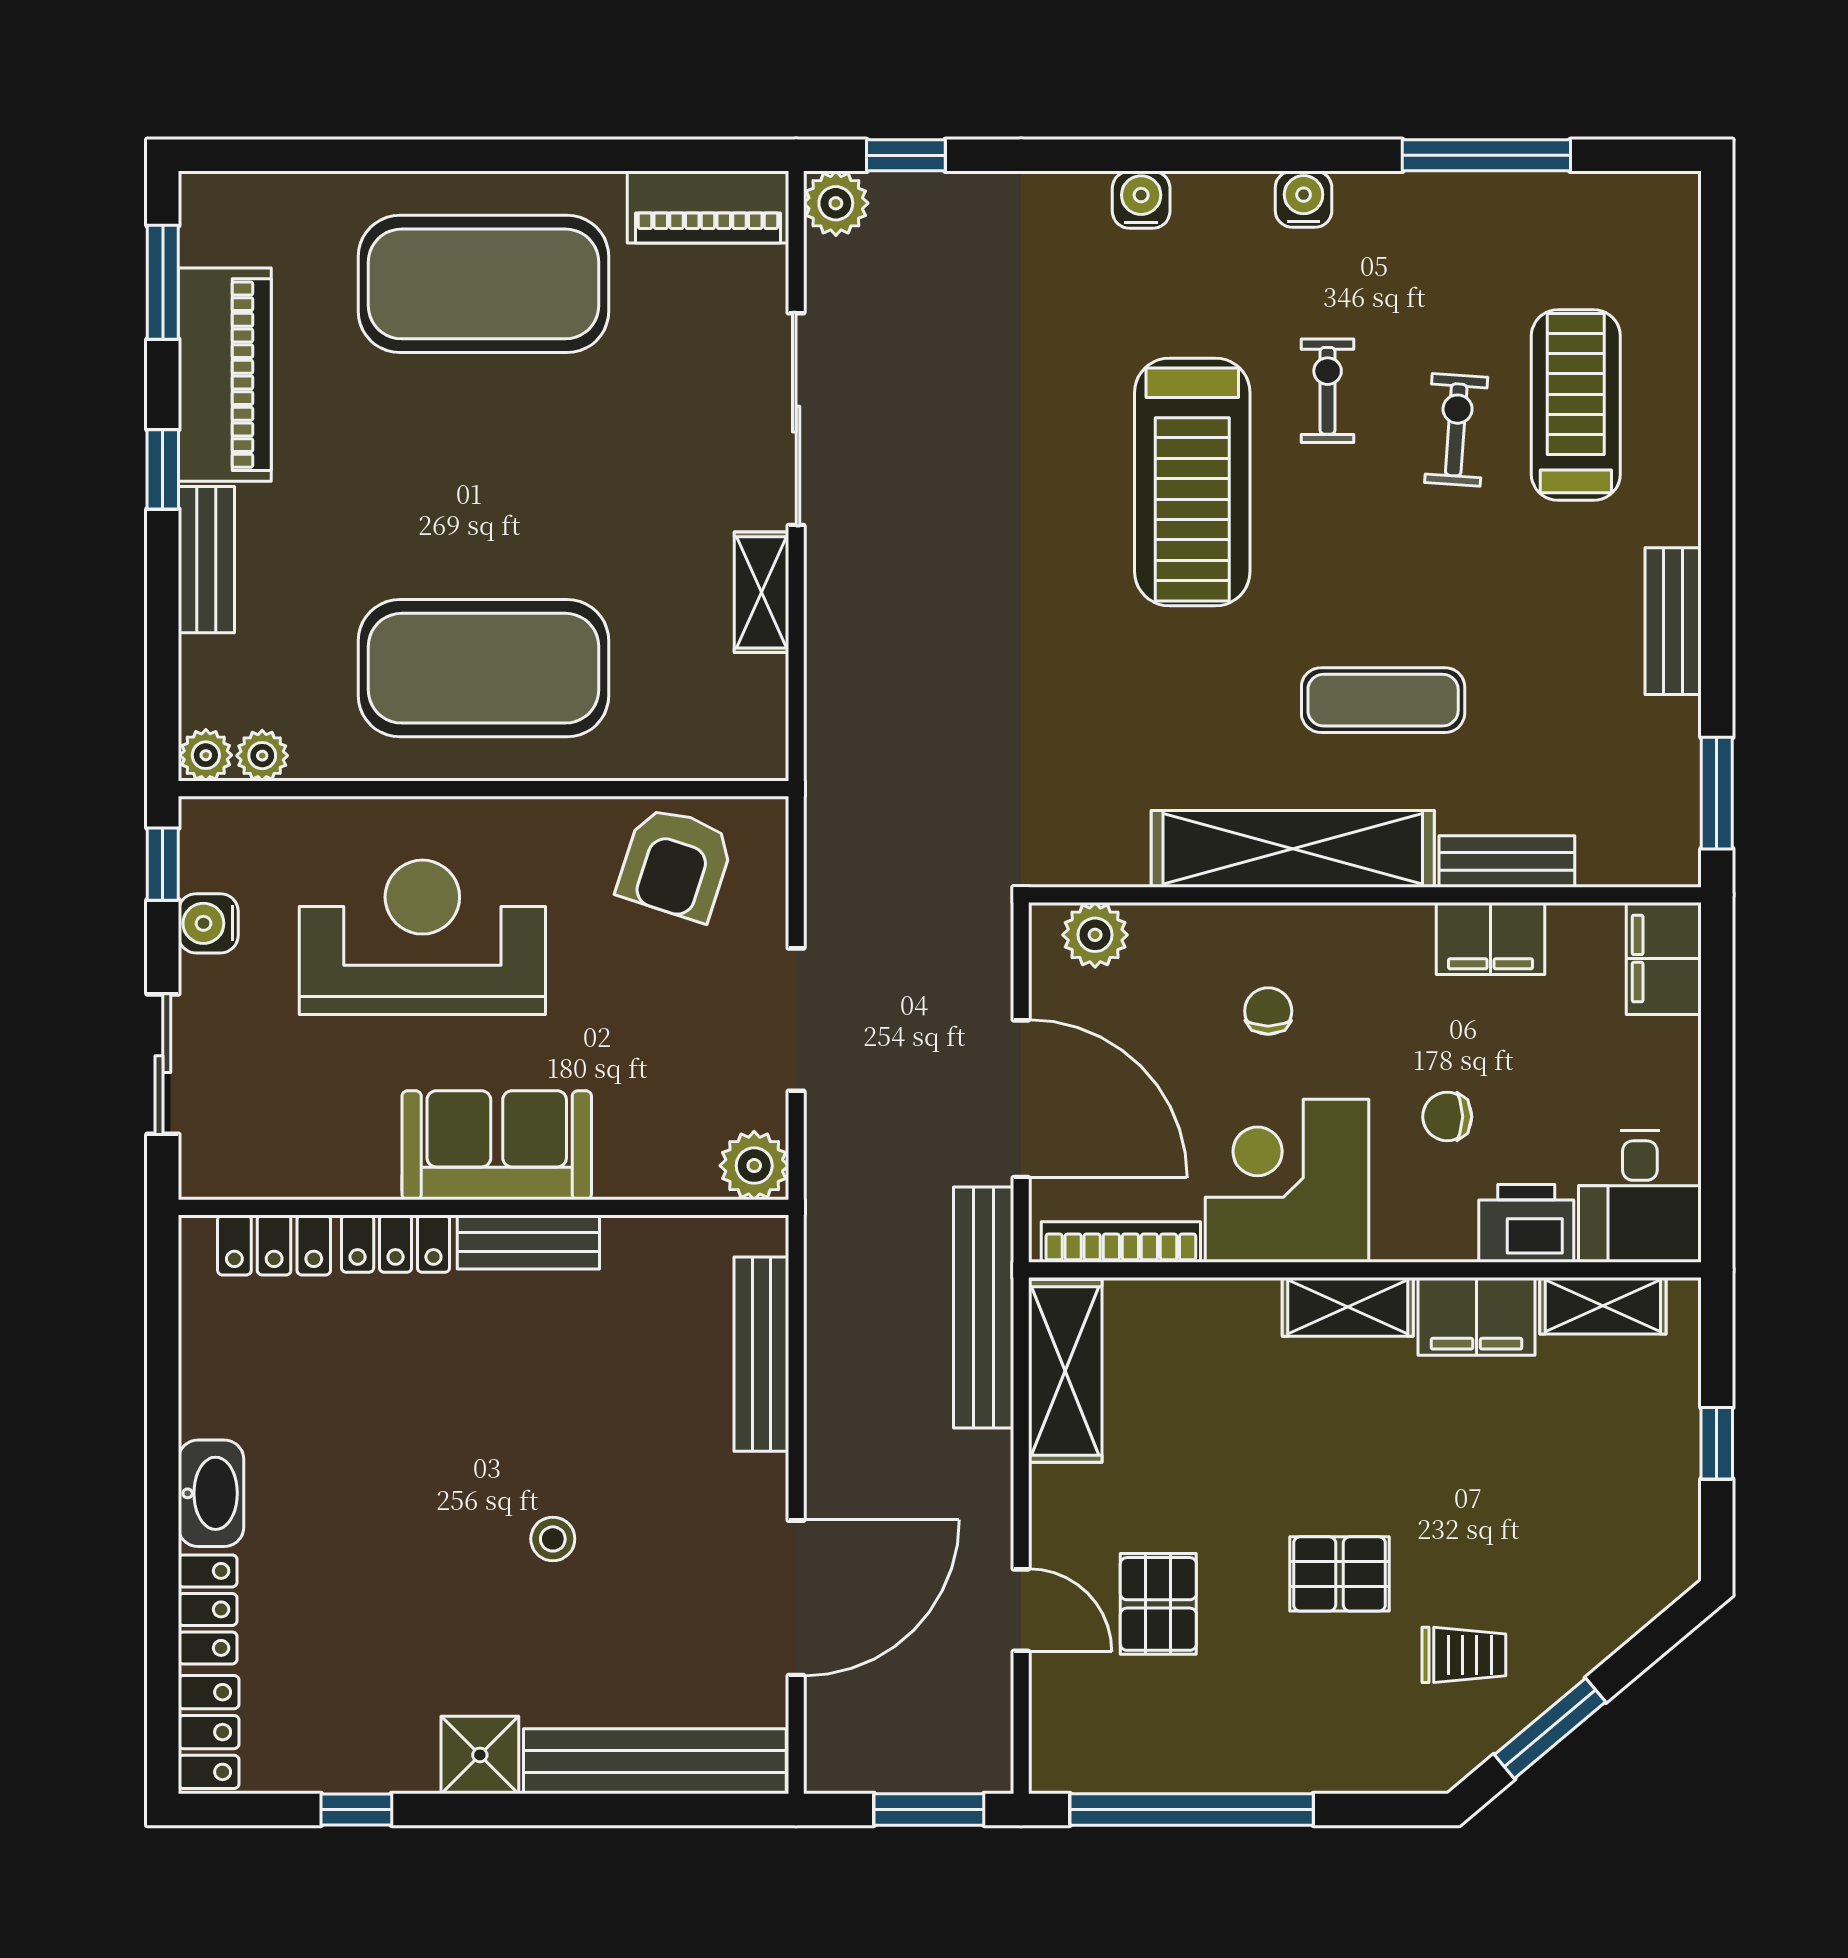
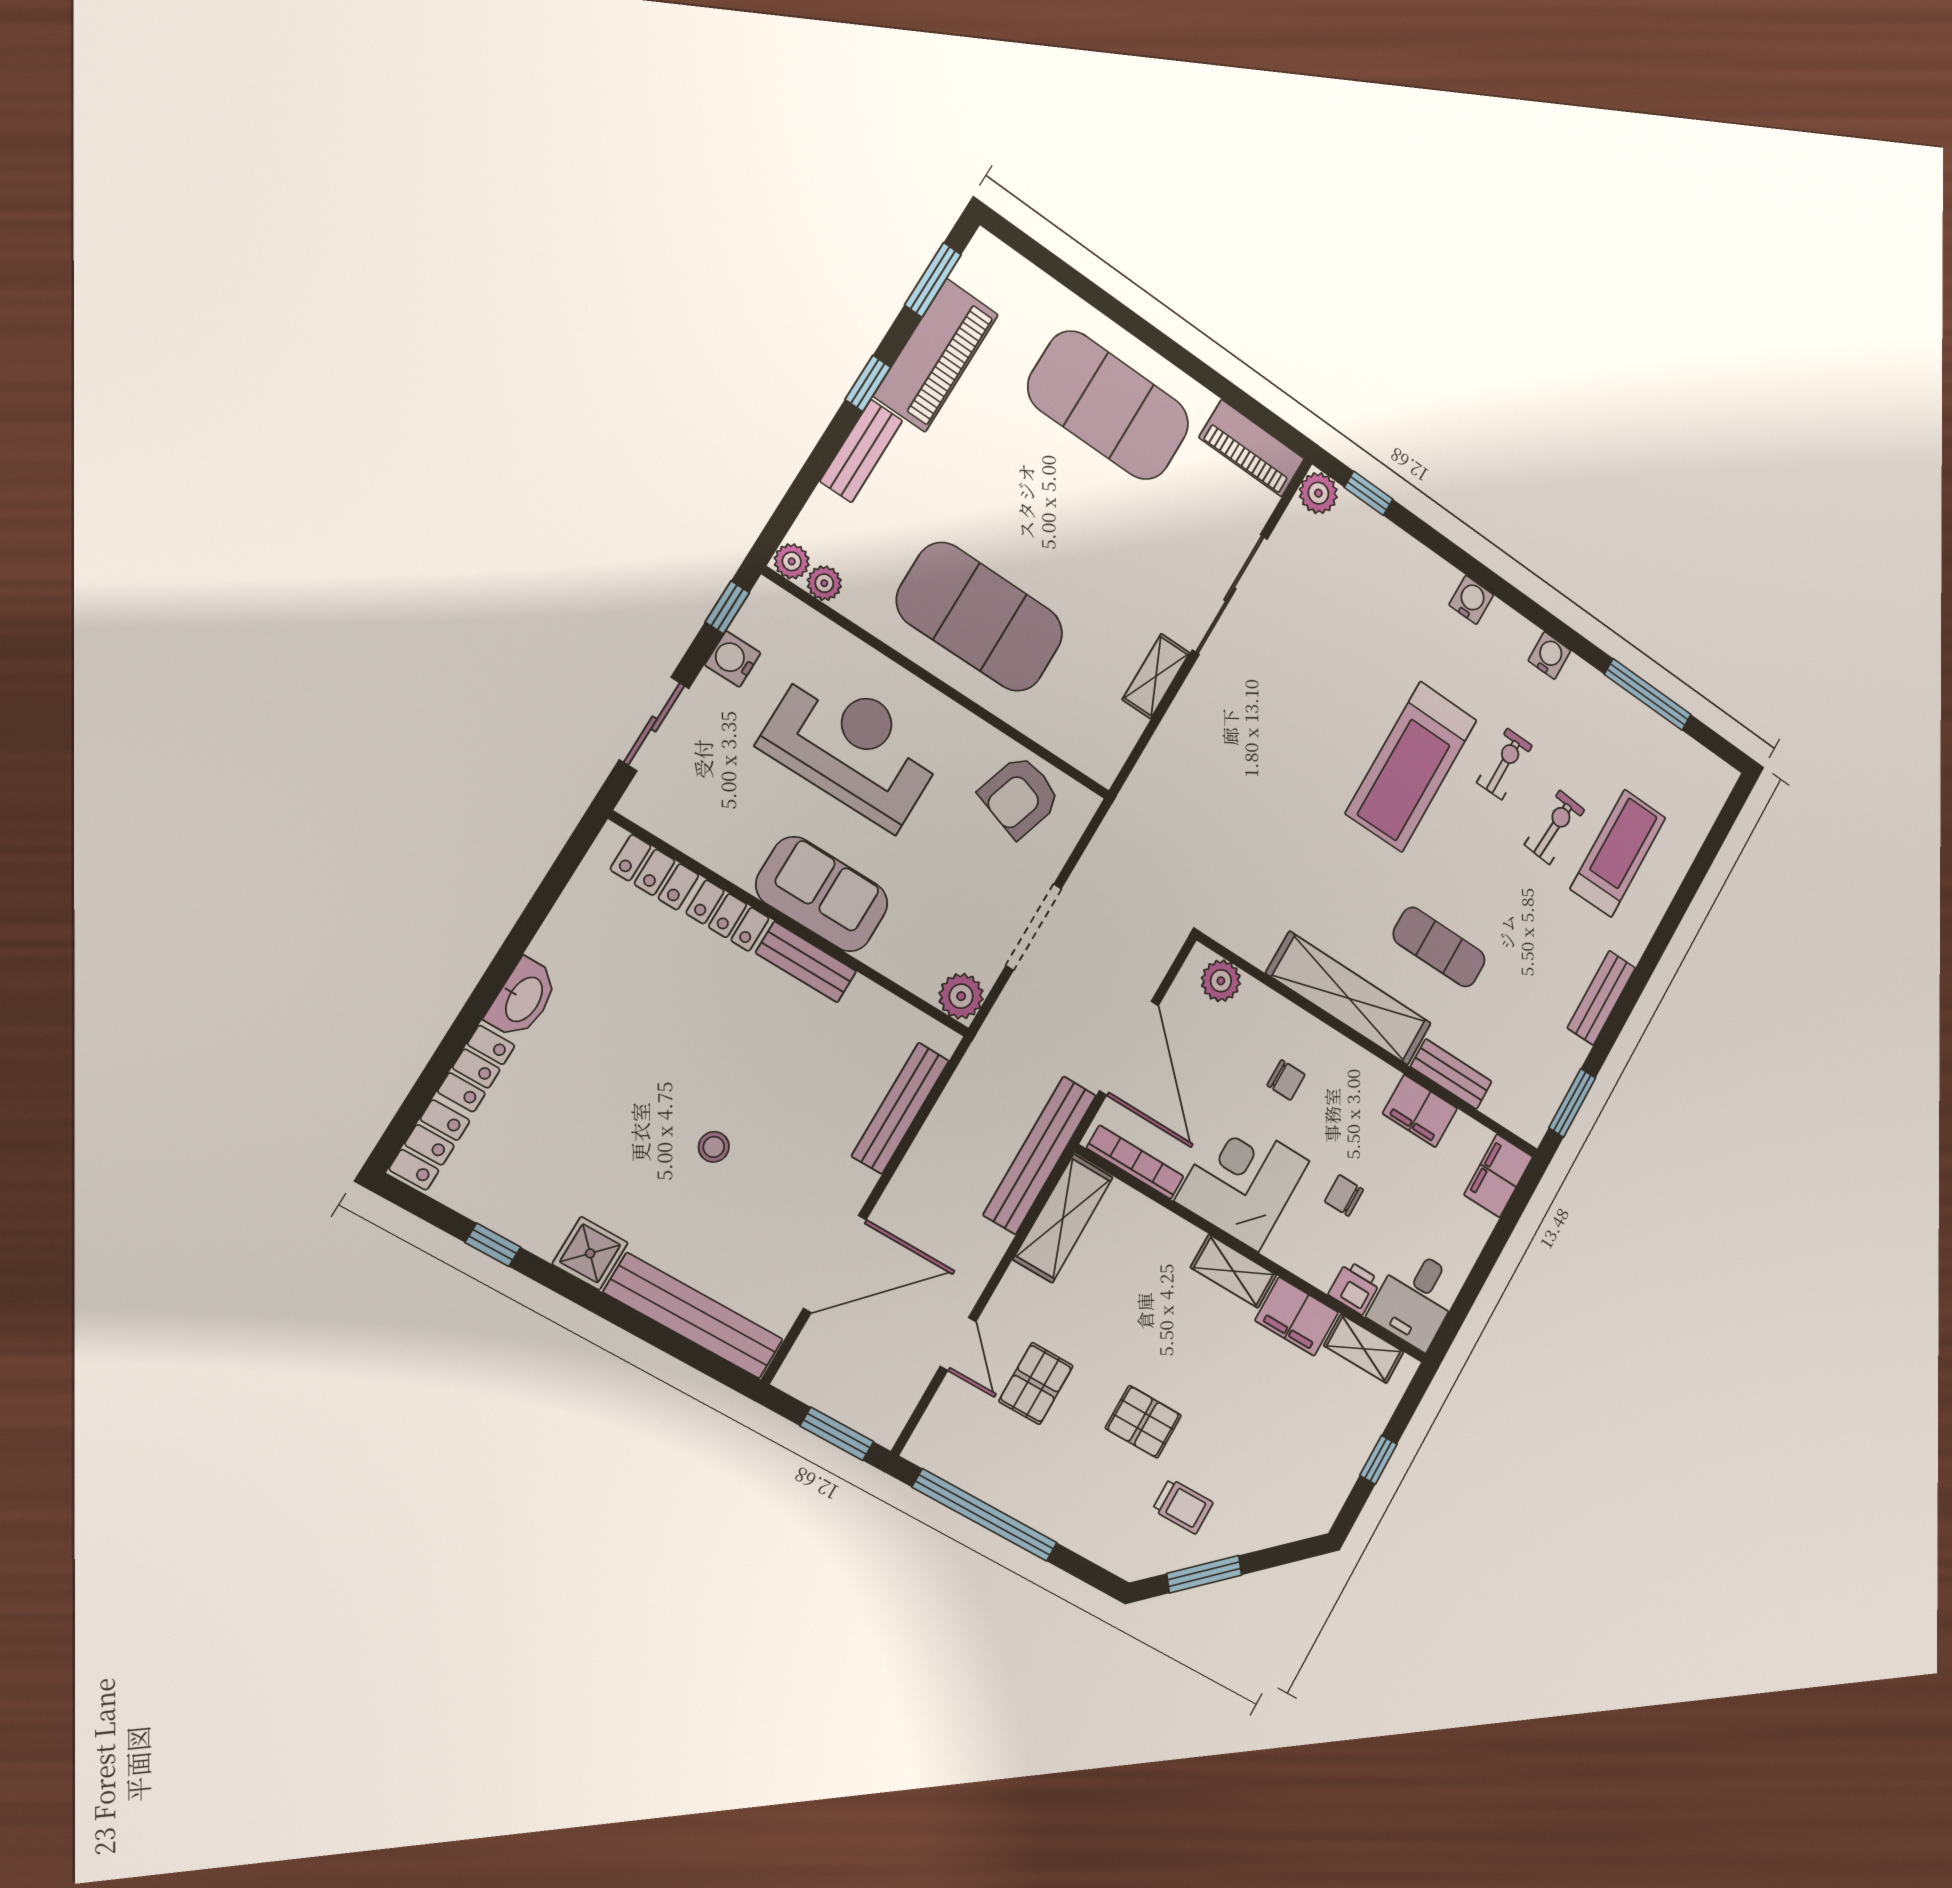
chair: (1268, 1011) -> (1286, 1080), turned 90
printer: (1526, 1223) -> (1355, 1287), width x0.73, depth x0.81

